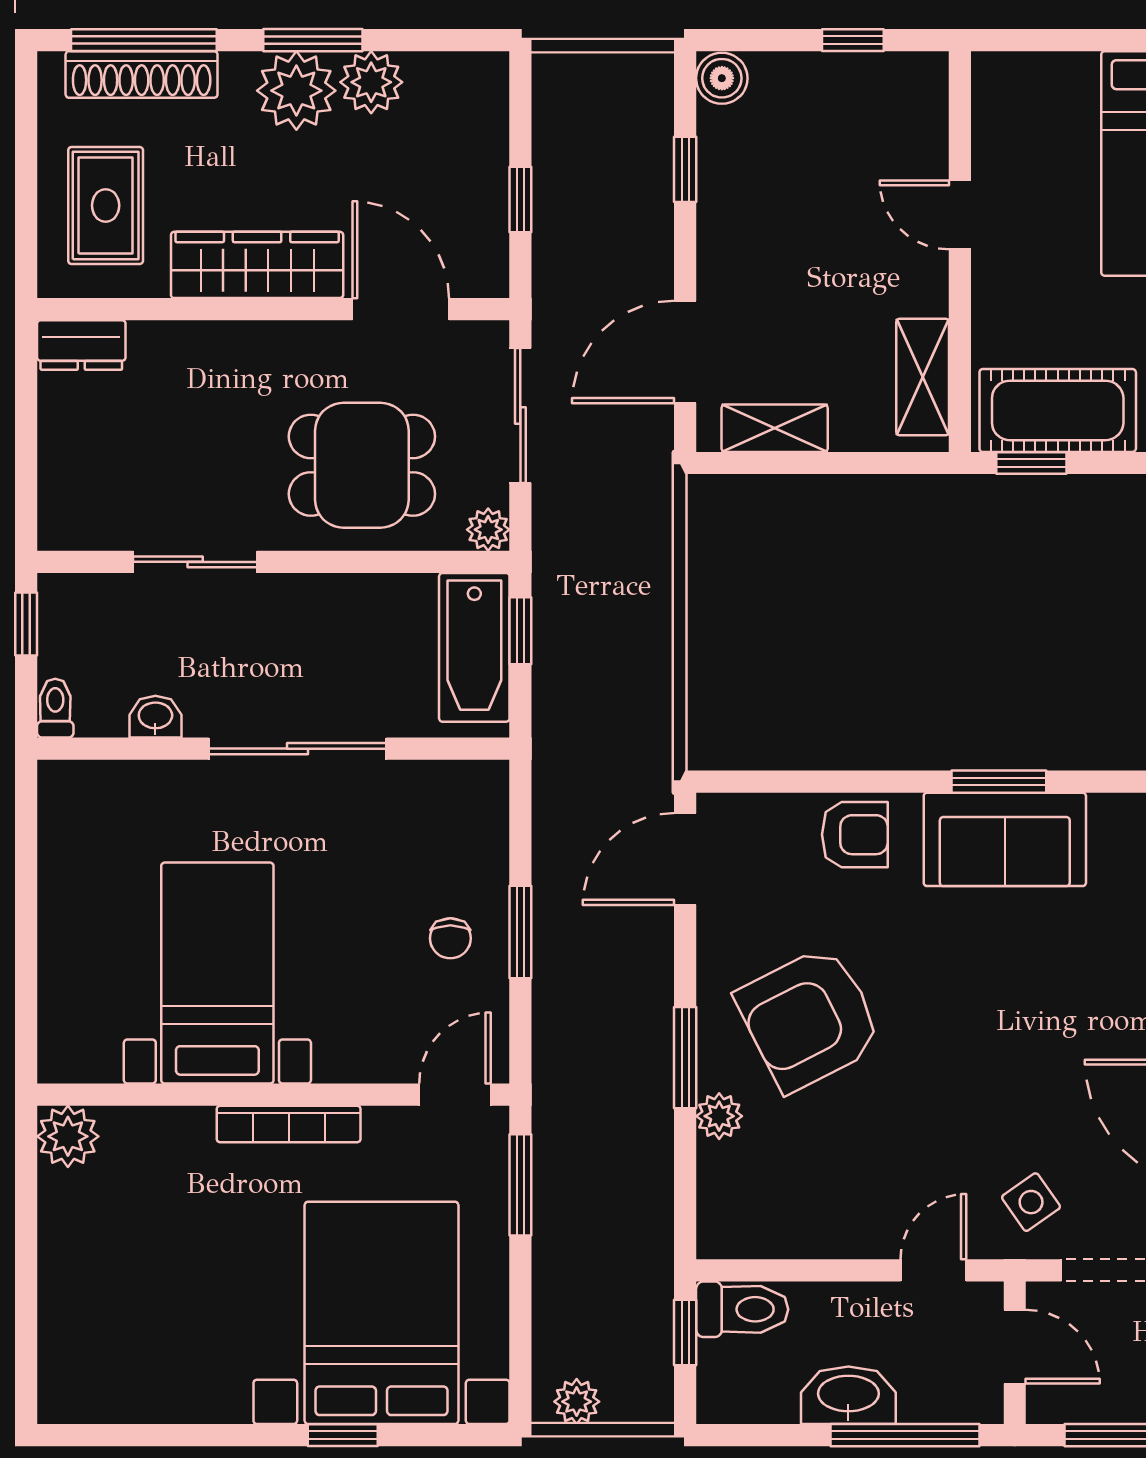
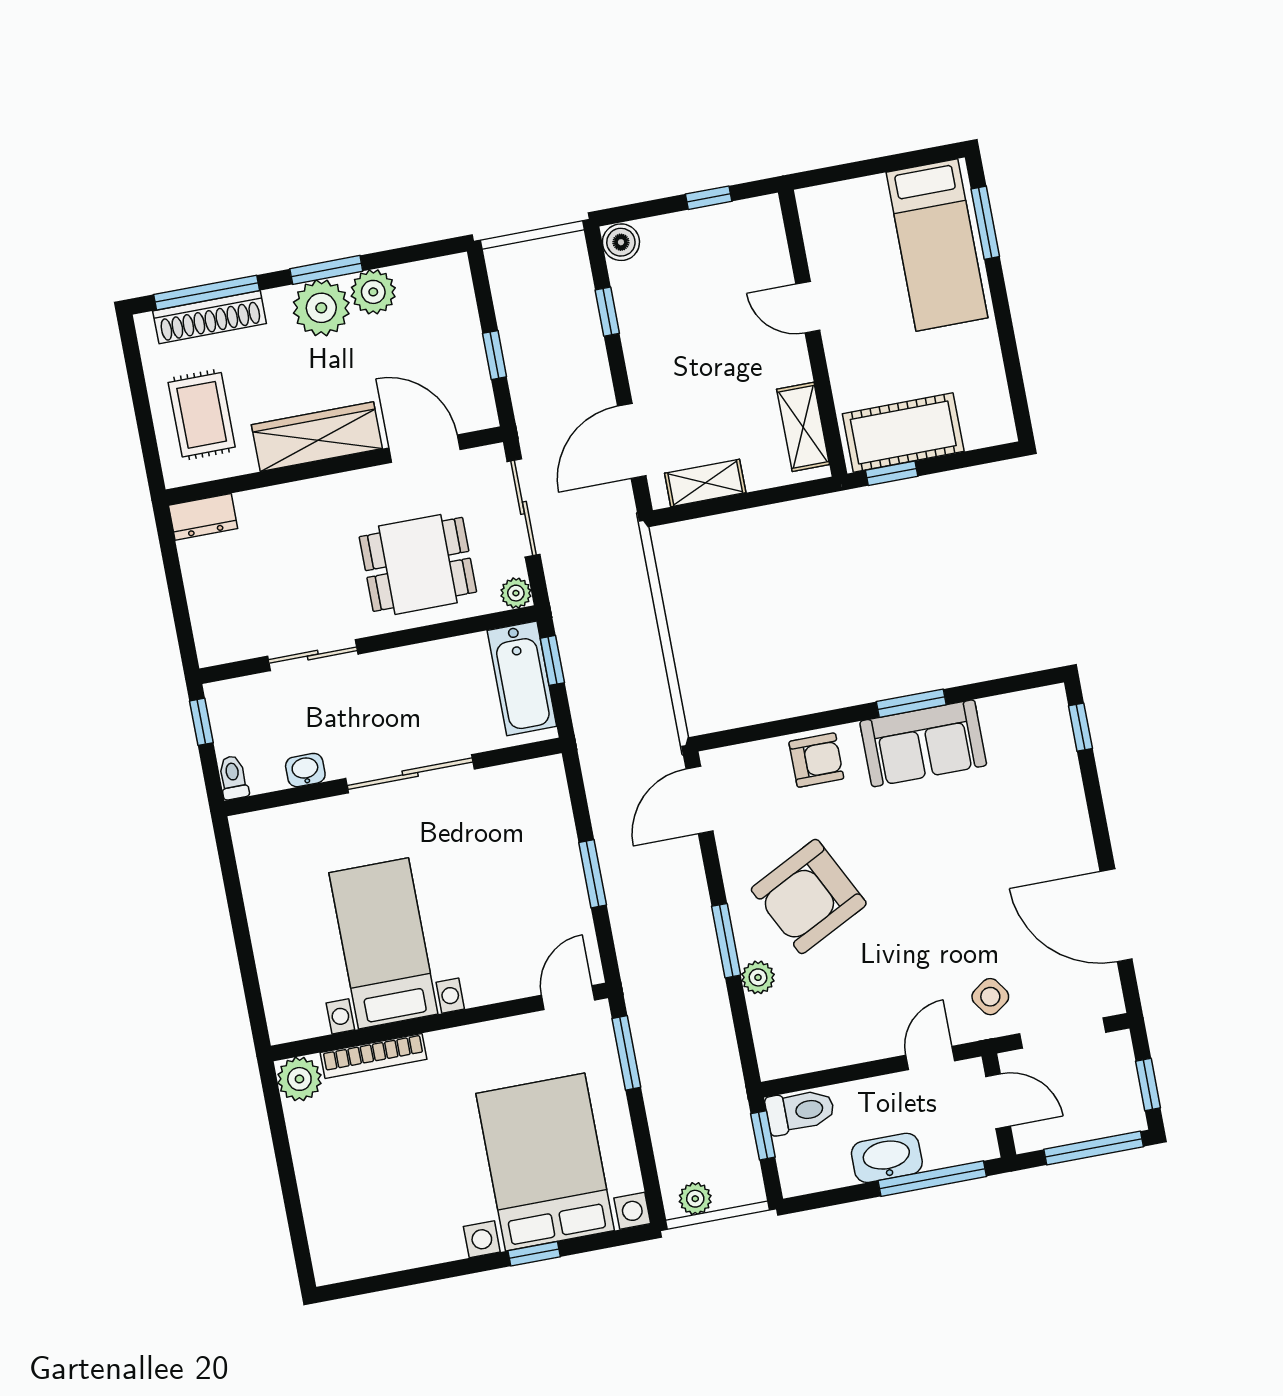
chair: (450, 938) -> (544, 888), removed
bookcase: (289, 1124) -> (374, 1056), moved

